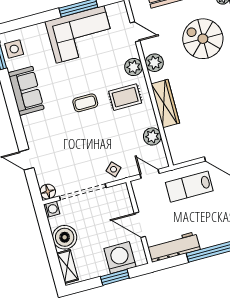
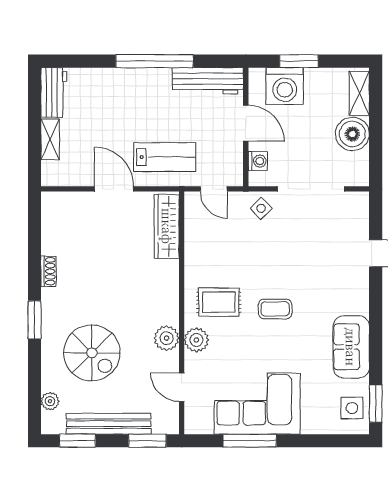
wardrobe: (165, 103) -> (167, 226), moved
plant: (152, 136) -> (196, 239), removed
floor lamp: (48, 192) -> (359, 202), removed
washing machine: (52, 209) -> (258, 161), moved, turned 180

